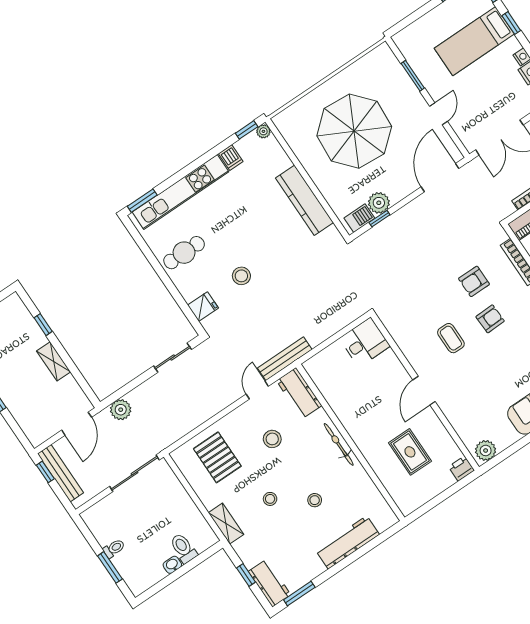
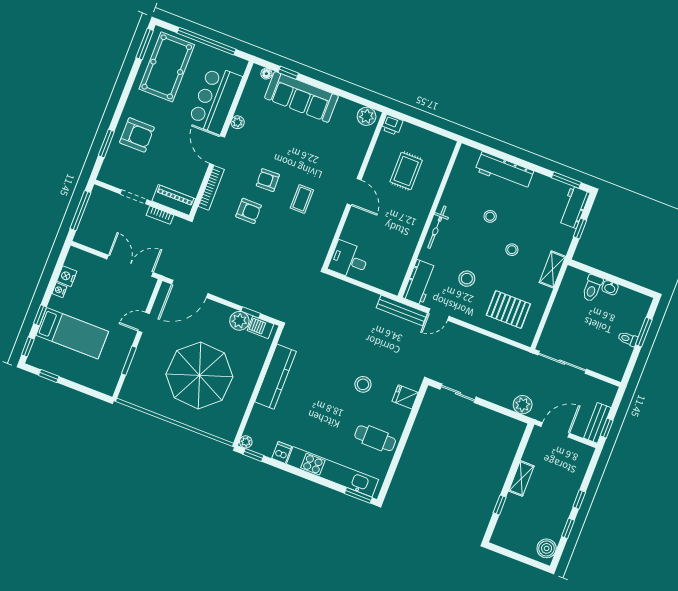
door: (424, 391) -> (354, 192), hinge flipped
pallet: (217, 457) -> (508, 310), turned 90
bench: (61, 473) -> (597, 423), width x0.73

